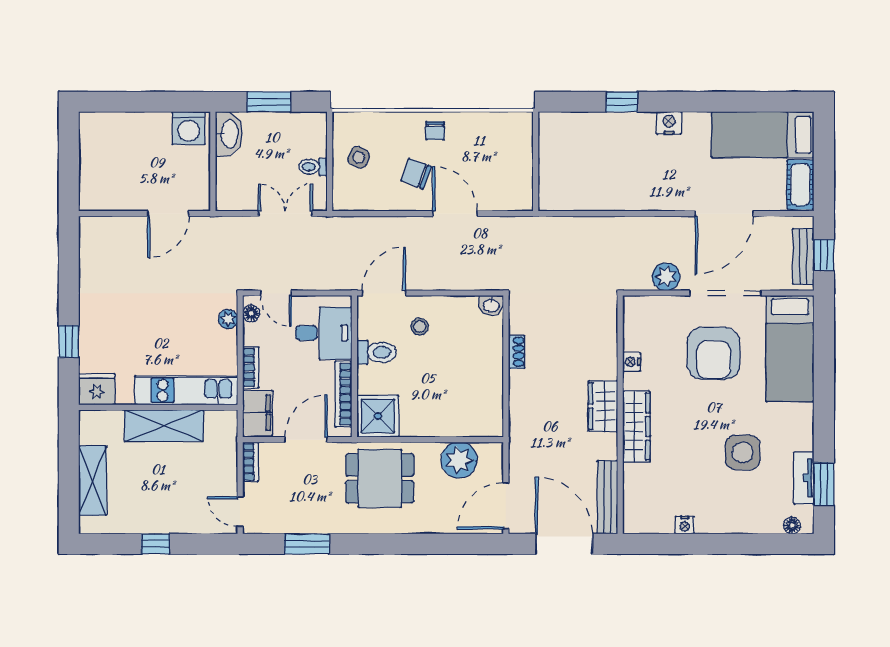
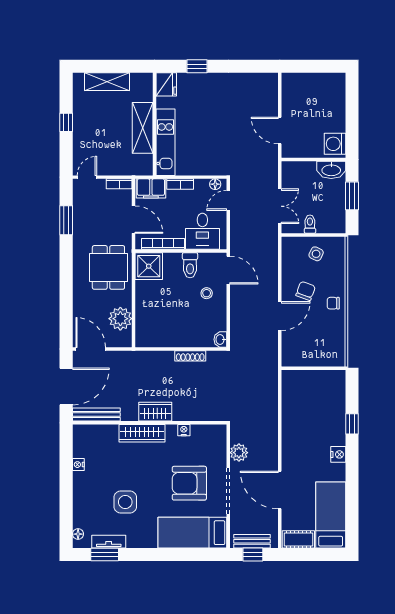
plant: (228, 319) -> (212, 169), removed
shoe rack: (516, 352) -> (190, 356), width x1.43

